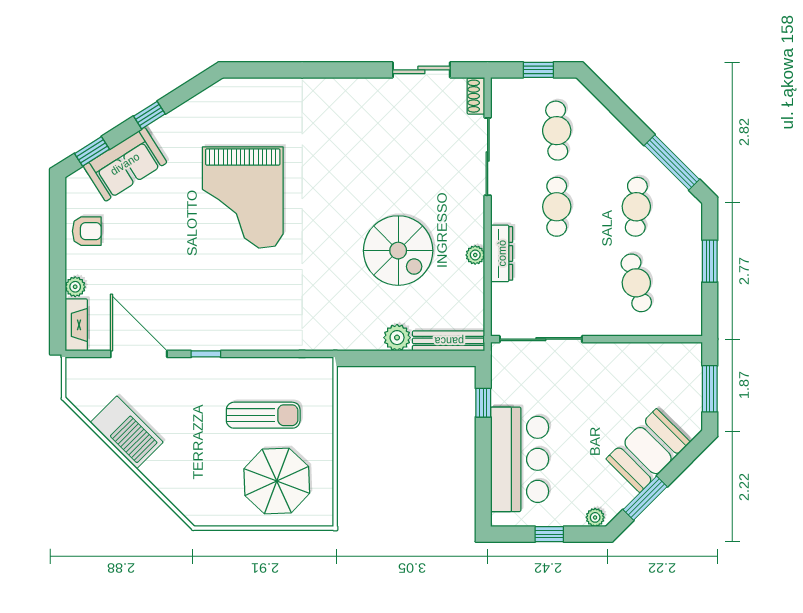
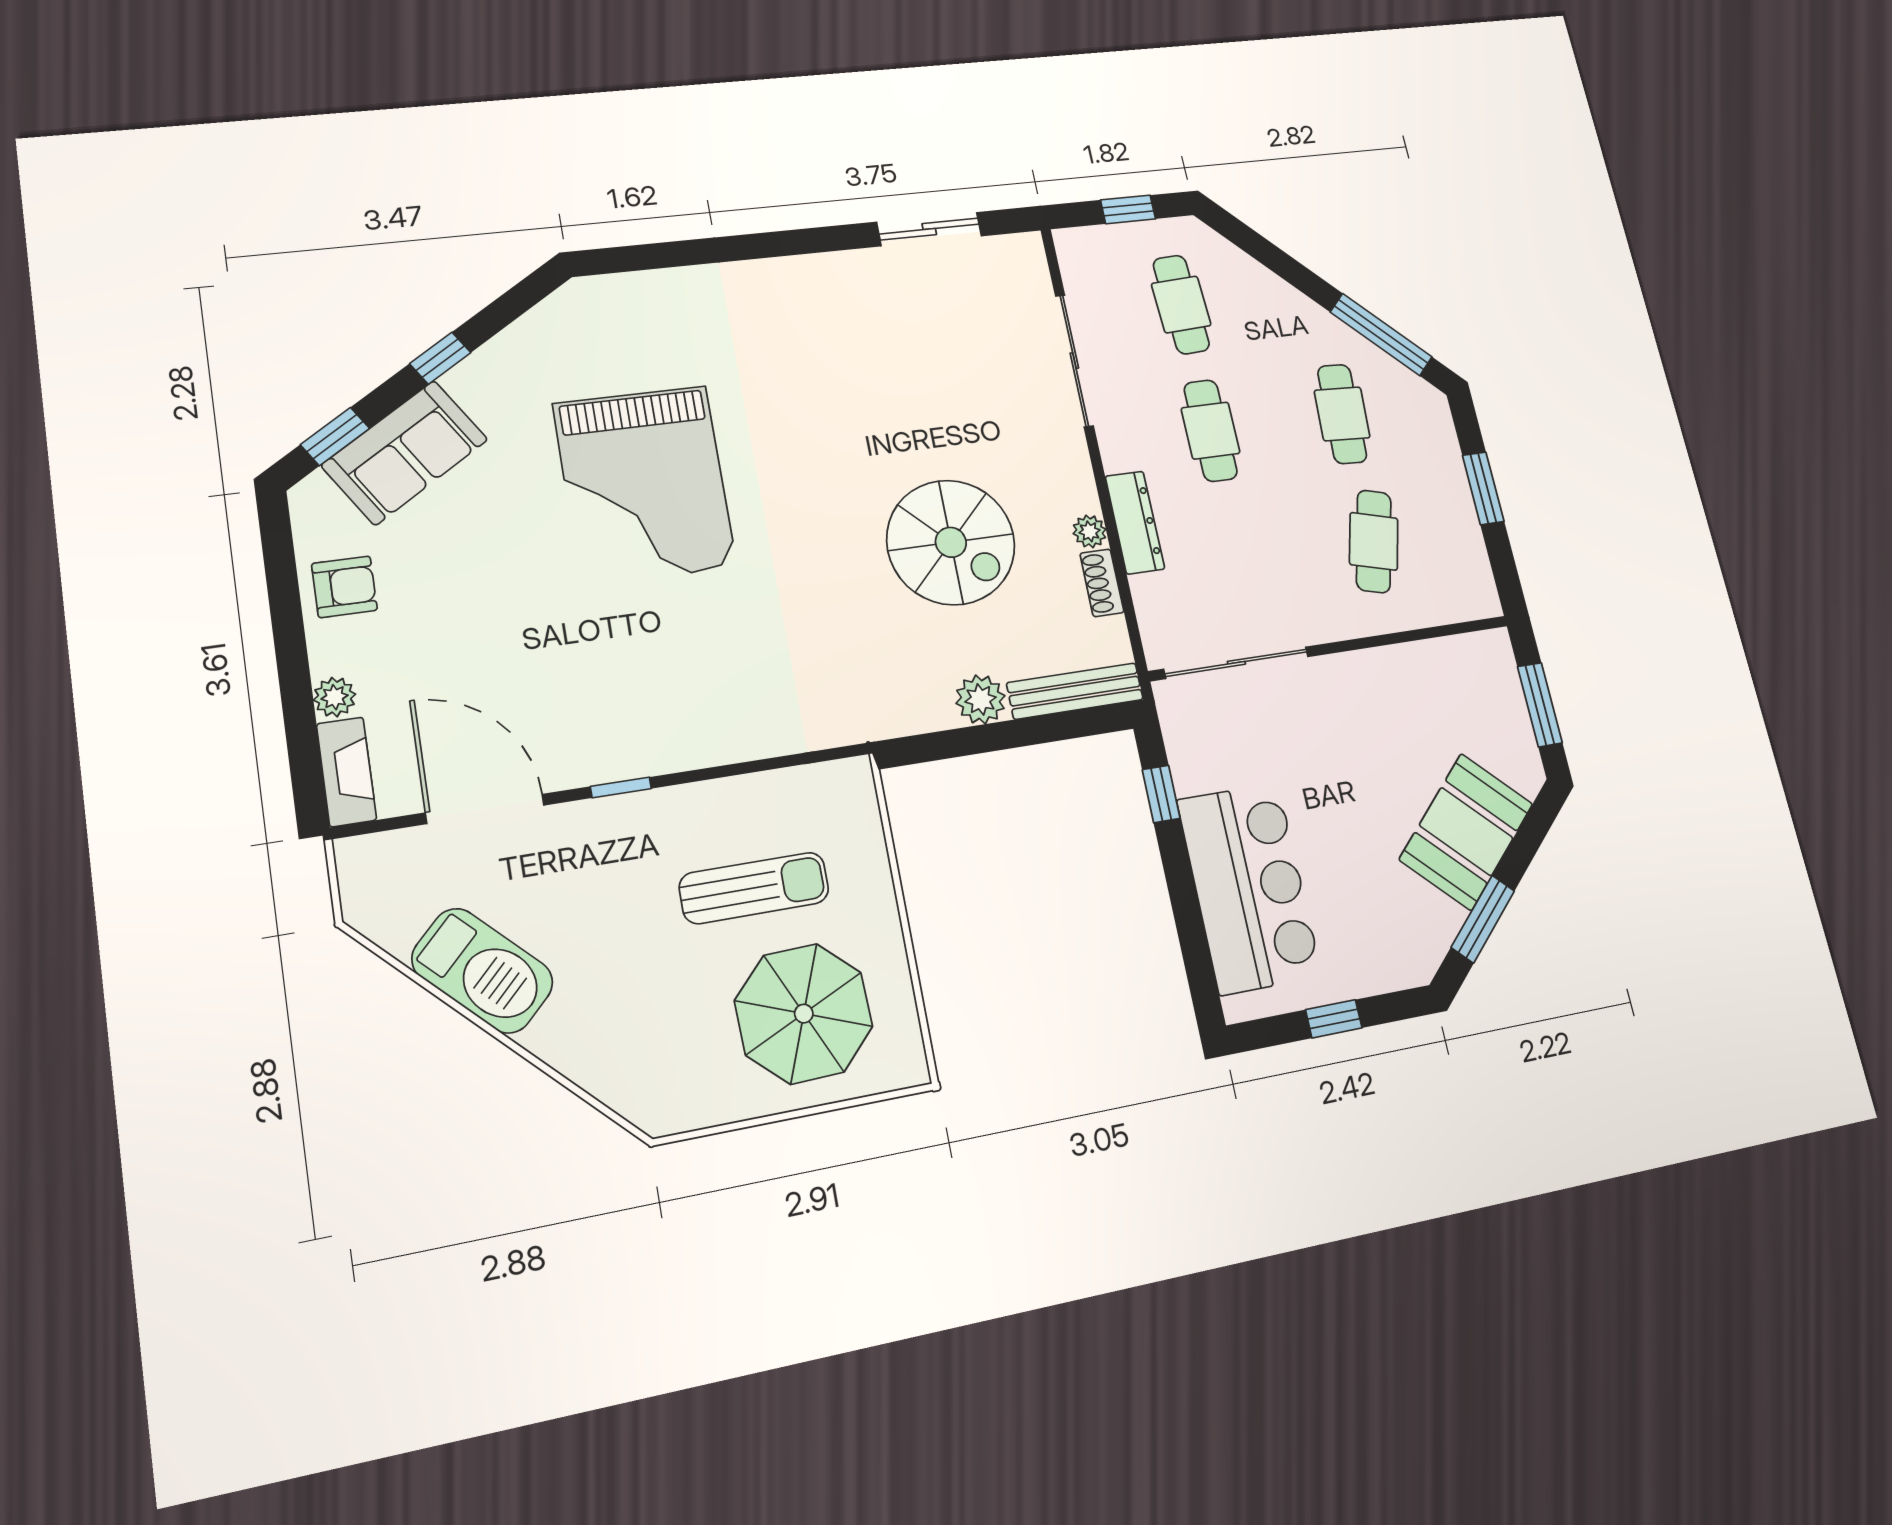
shoe rack: (476, 96) -> (1102, 583), moved
cafe table: (636, 283) -> (1374, 541), turned 30
plant: (595, 517) -> (1406, 971), removed

